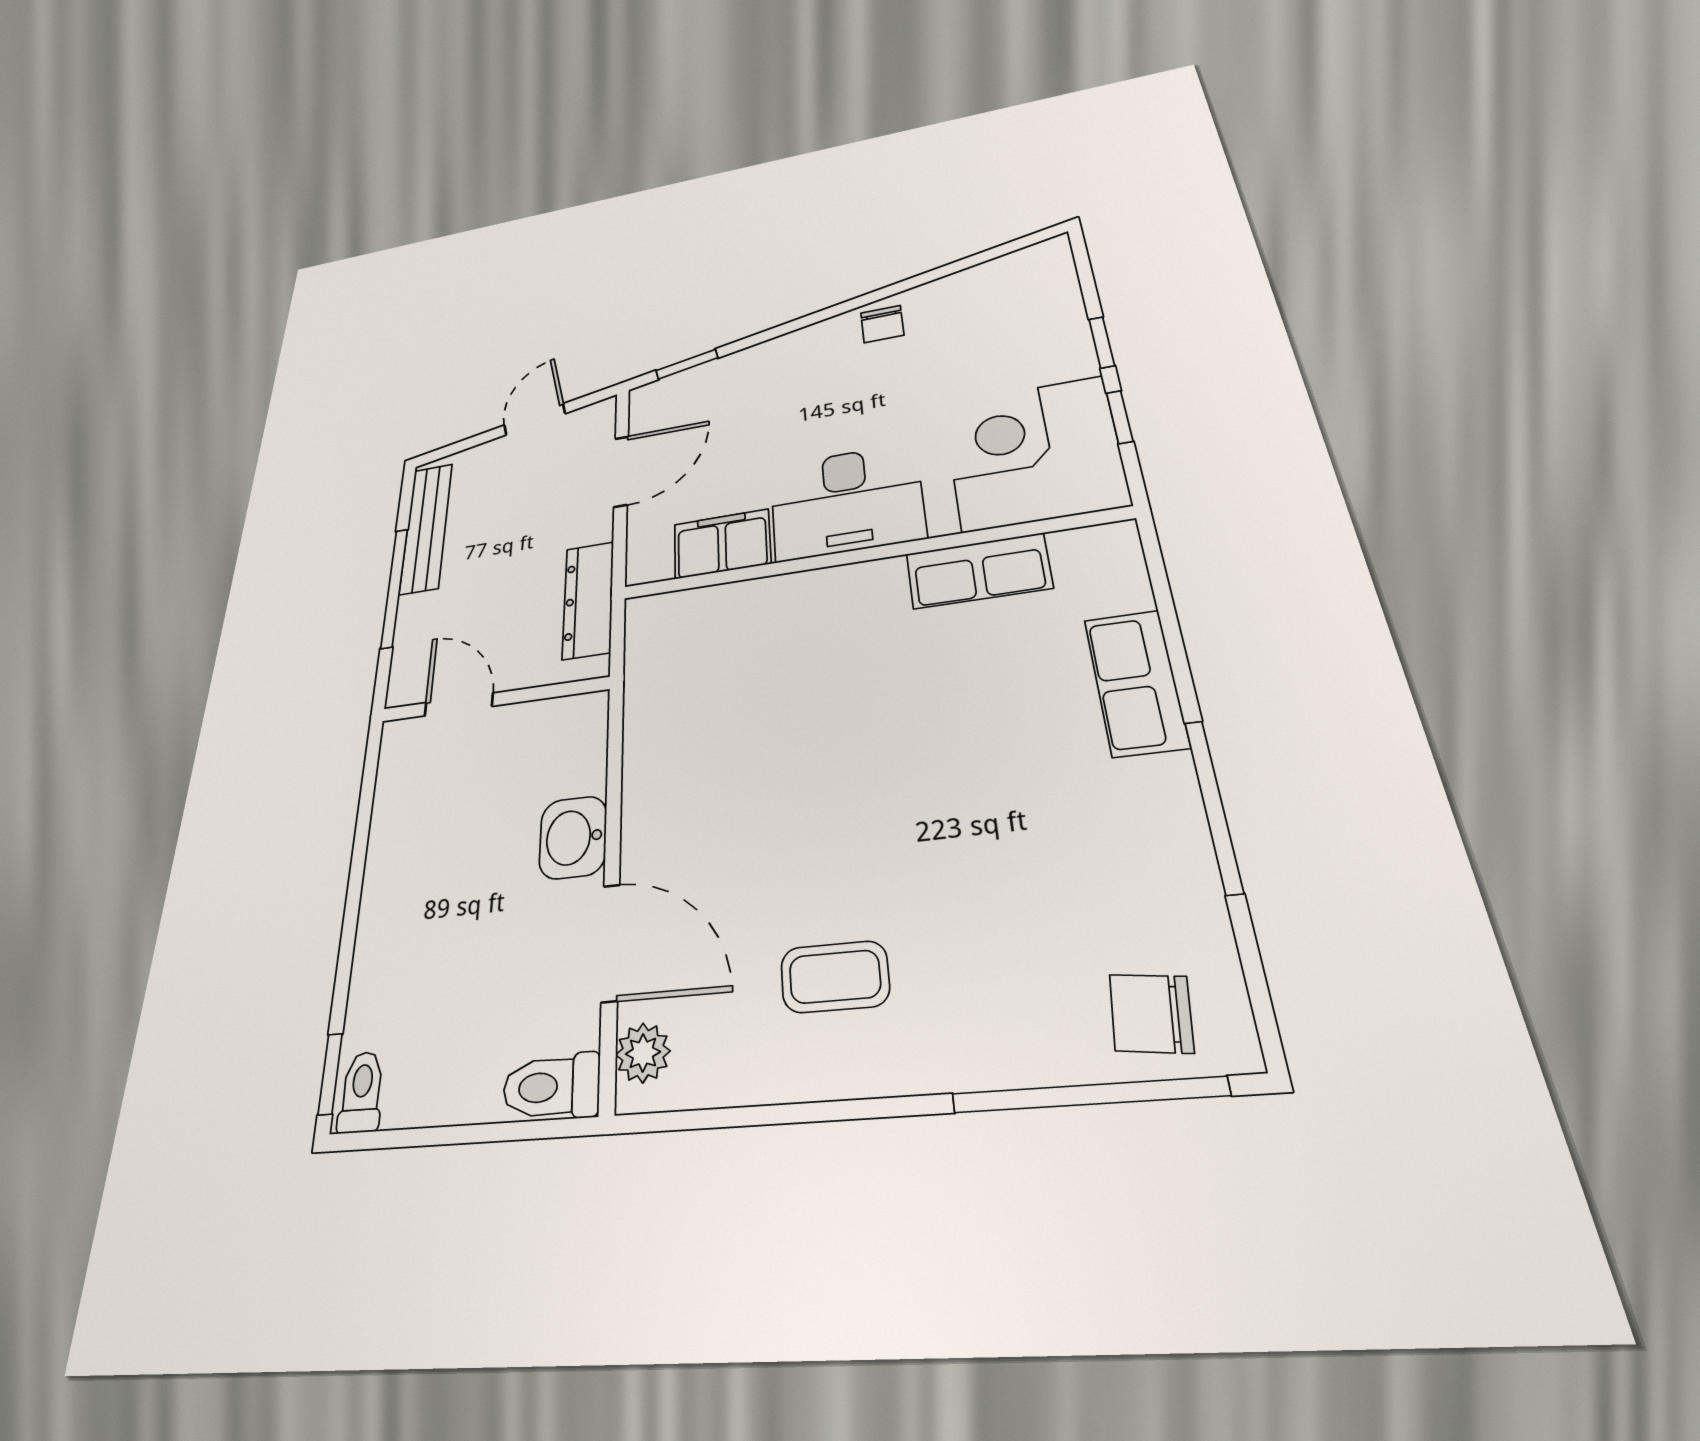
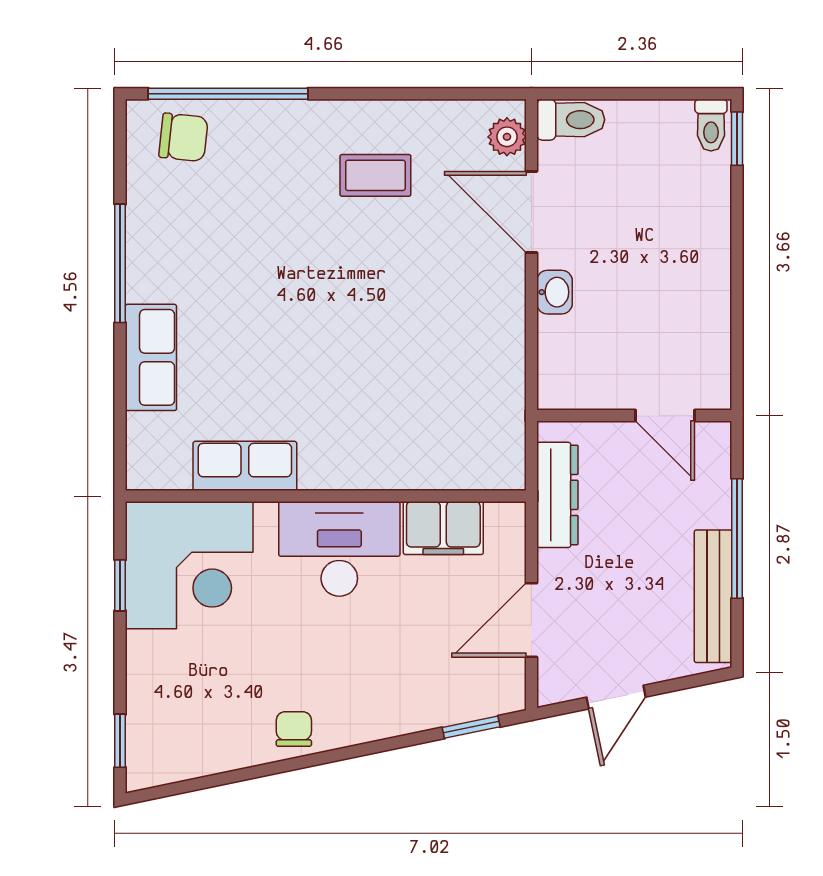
window: (1102, 342) -> (120, 741), moved
washbasin: (573, 837) -> (554, 292), width x0.72, depth x0.69

